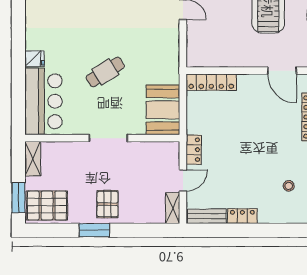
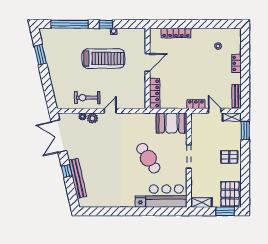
door: (282, 71) -> (148, 62), moved
cafe table: (105, 72) -> (148, 158), width x1.37, depth x1.35
locker: (242, 216) -> (237, 63), moved
window: (94, 230) -> (245, 130), moved

